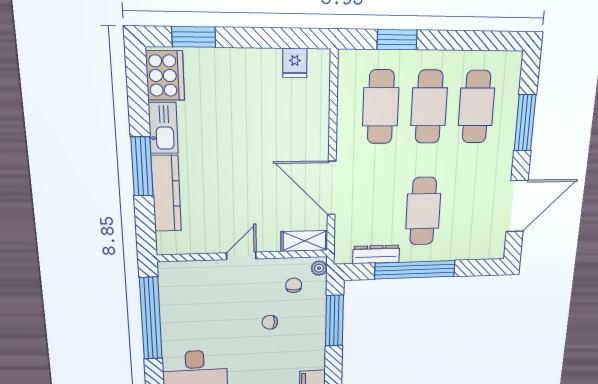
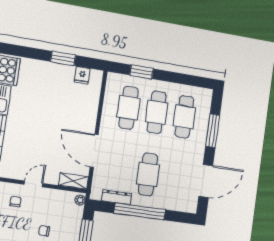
window: (194, 37) -> (63, 58), moved
chair: (294, 285) -> (15, 202), moved

